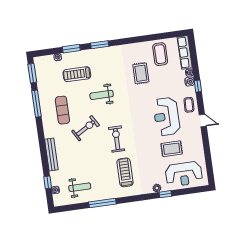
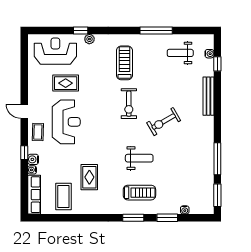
treadmill: (77, 74) -> (139, 193), moved
exercise mat: (62, 110) -> (188, 147), removed
treadmill: (125, 172) -> (124, 63), turned 180

